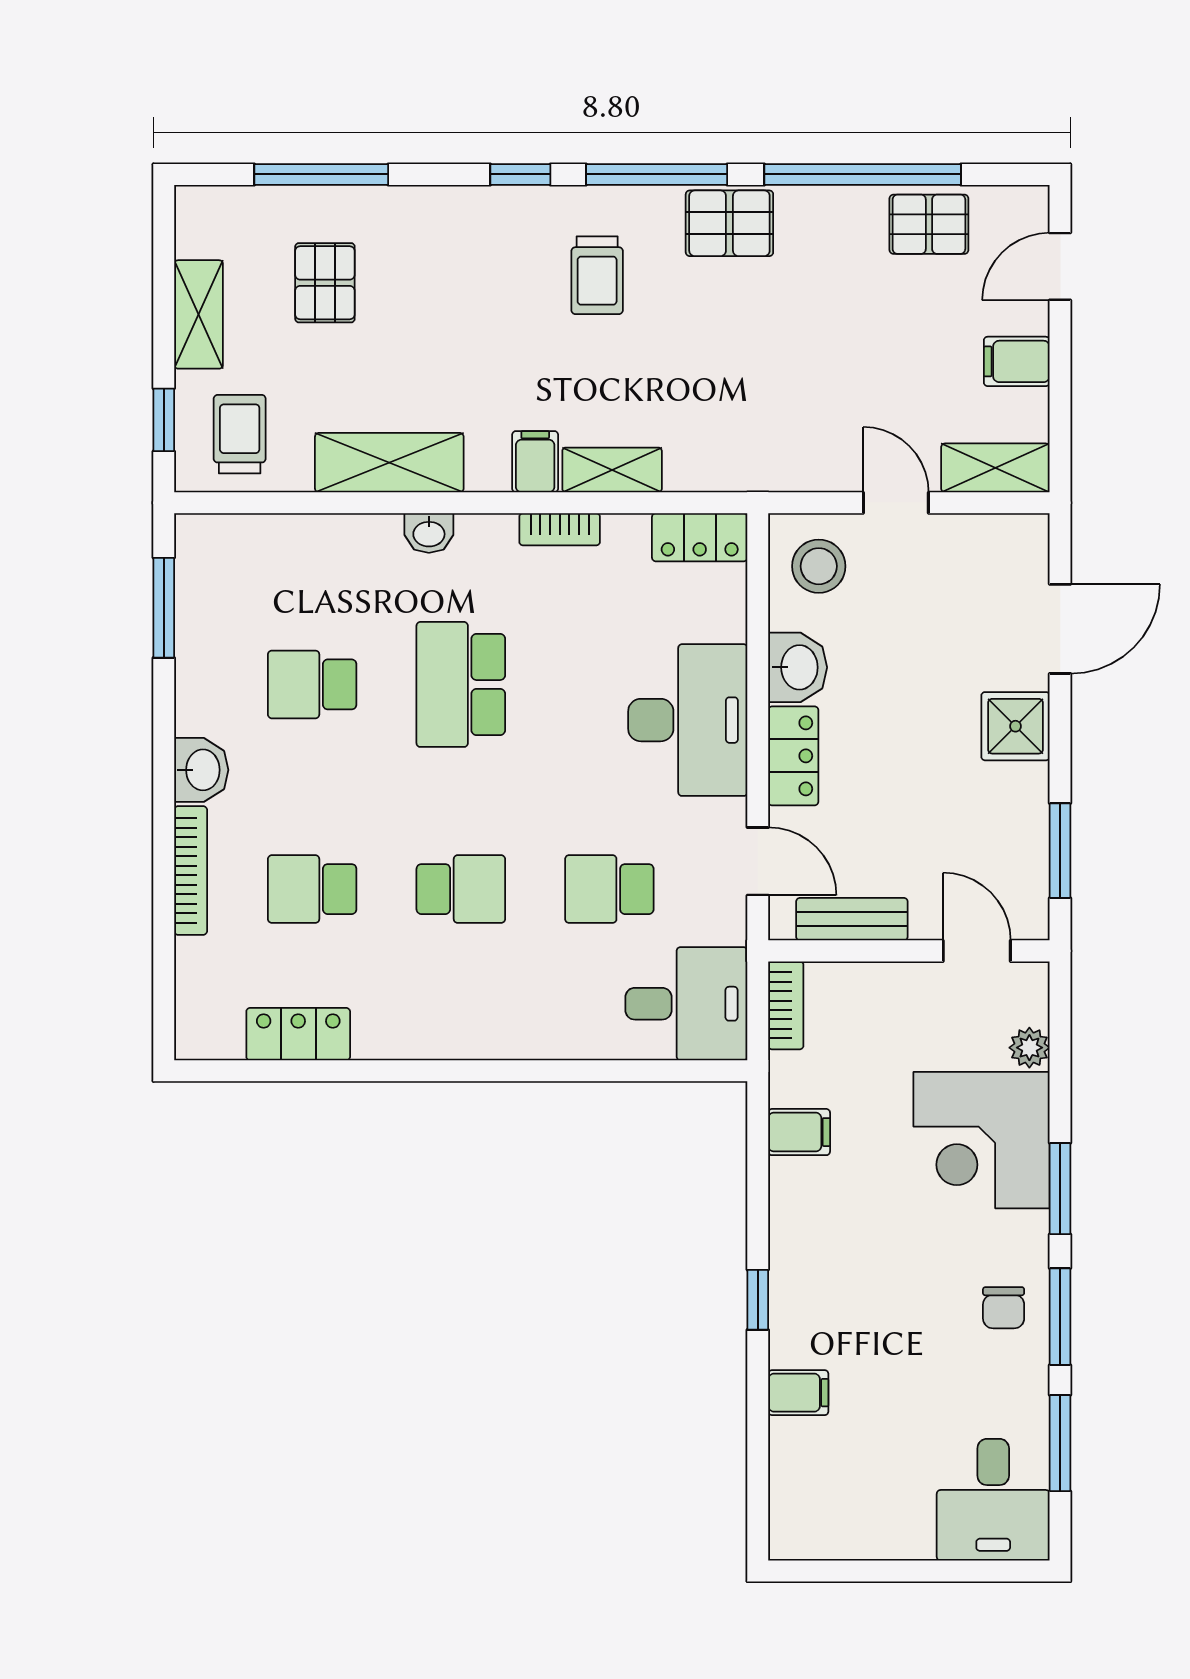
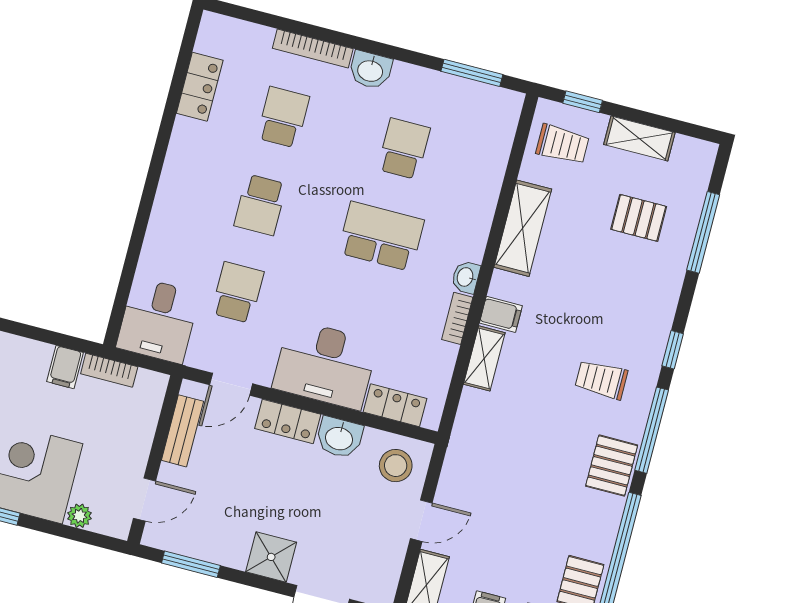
washbasin: (429, 533) -> (466, 277), moved
locker: (700, 537) -> (395, 405), moved, turned 90
bookcase: (786, 1005) -> (109, 370), moved

